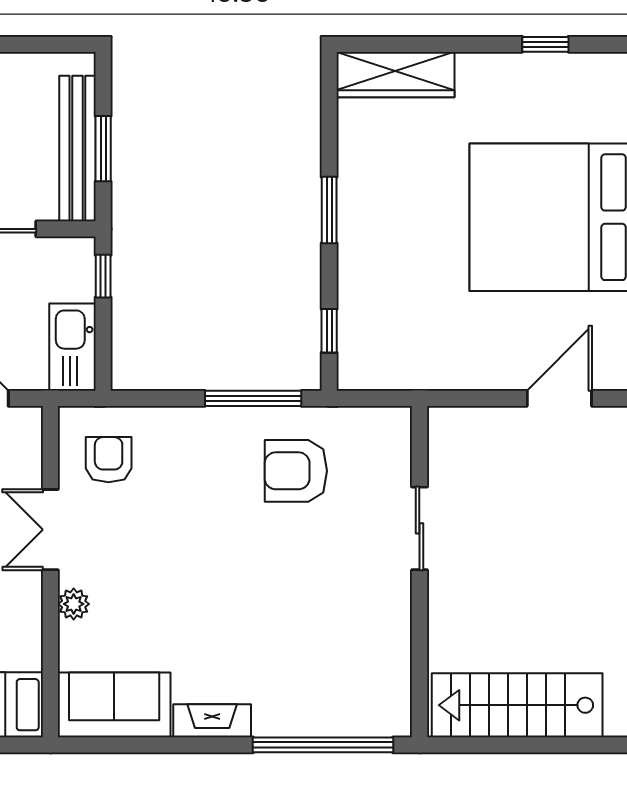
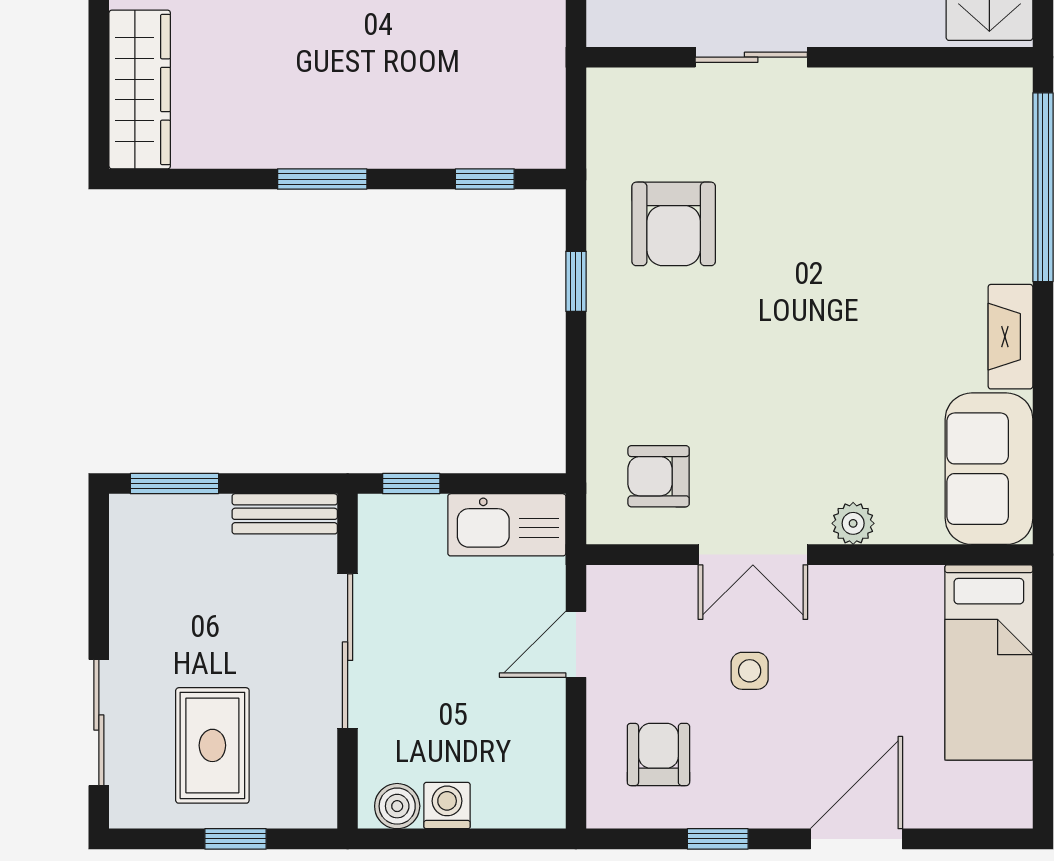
bench: (77, 148) -> (285, 514), width x0.54, depth x0.82
window: (103, 149) -> (174, 484), moved
window: (253, 398) -> (576, 281), width x0.46

